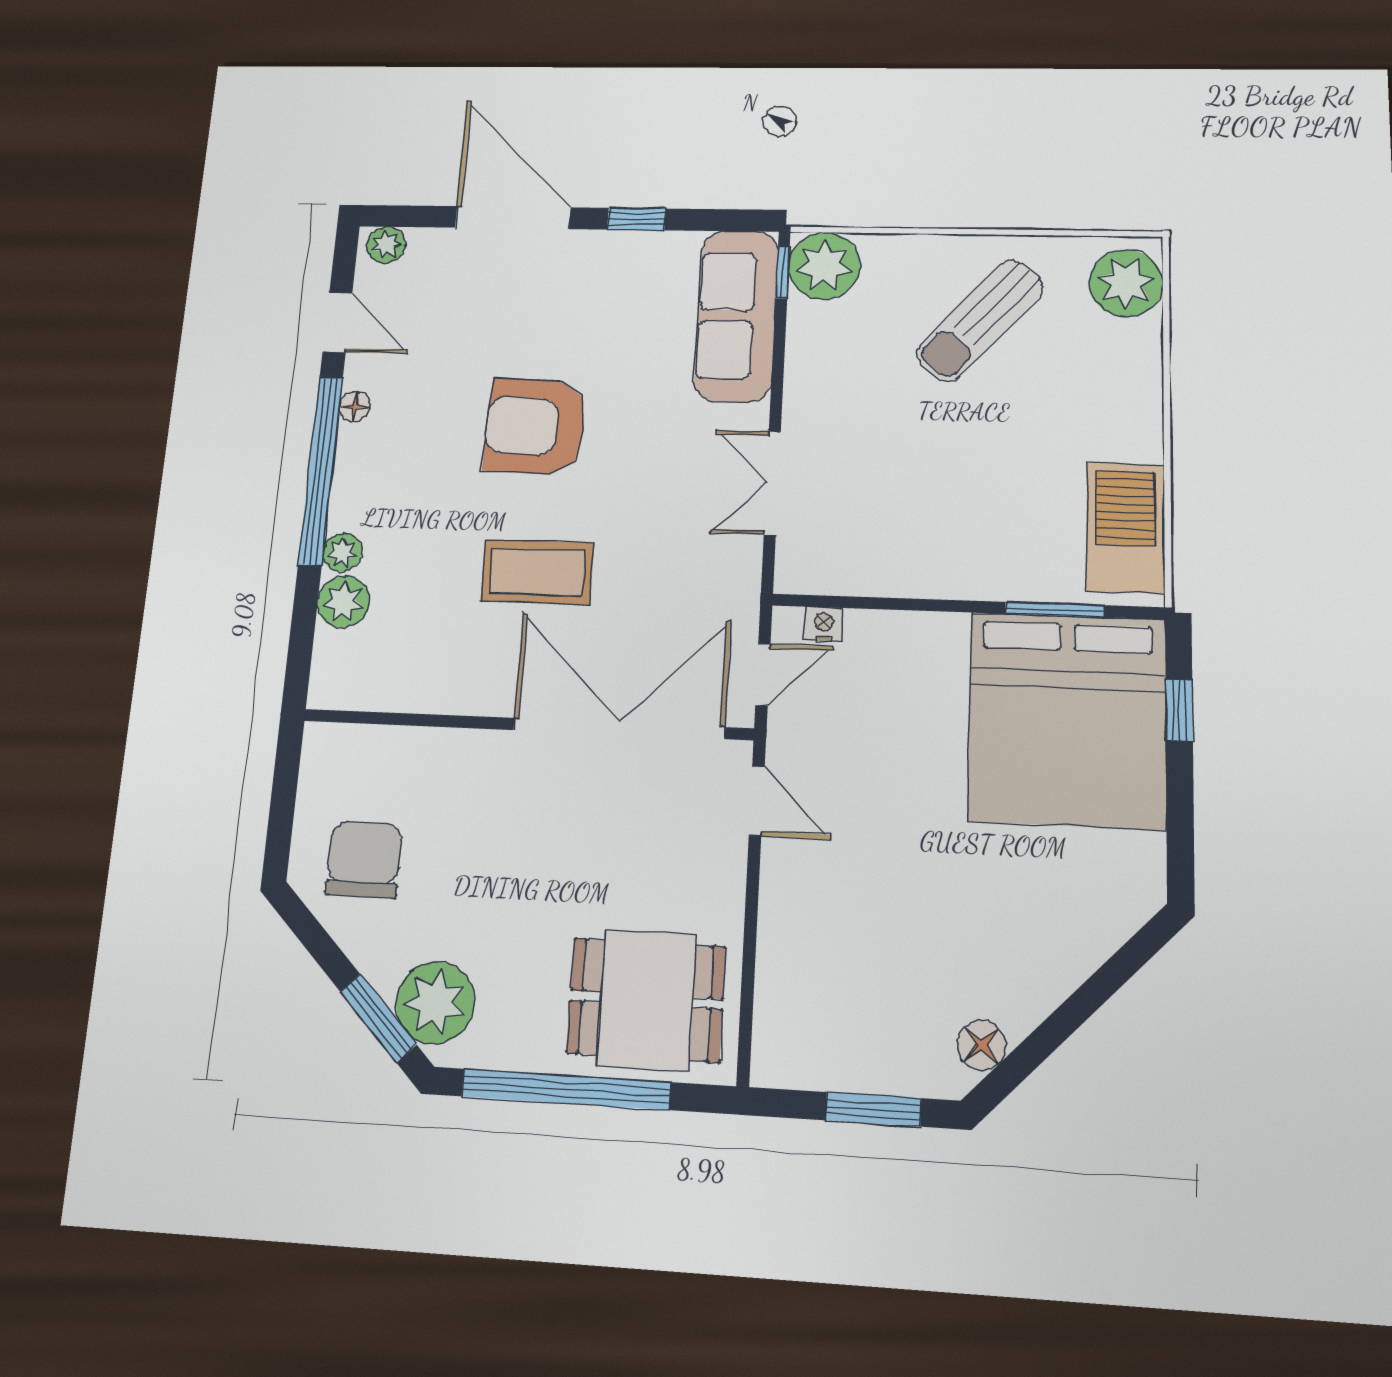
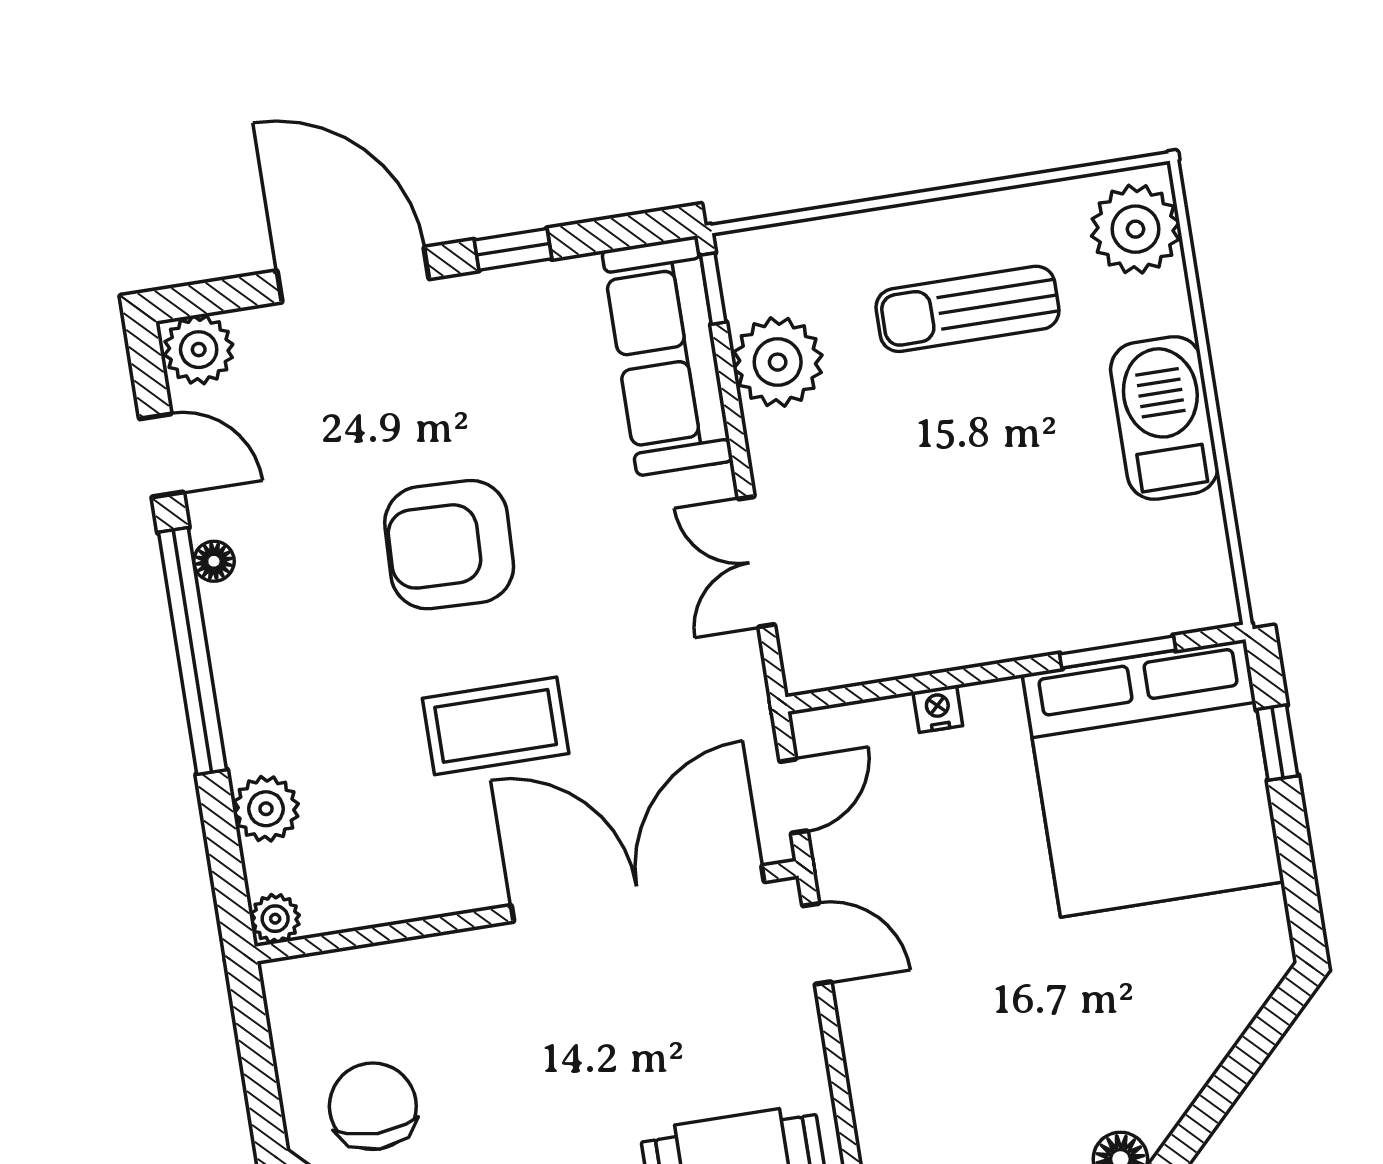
plant: (386, 245) -> (199, 350), width x1.38, depth x1.38
plant: (824, 266) -> (778, 362), moved
sun lounger: (980, 320) -> (968, 309), turned 48
barbecue: (1126, 528) -> (1164, 418), moved
plant: (342, 552) -> (275, 919), moved
nightstand: (824, 624) -> (938, 709), moved

